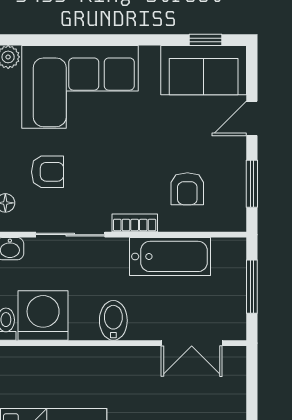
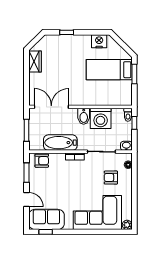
door: (252, 118) -> (27, 200), hinge flipped
armchair: (187, 189) -> (42, 161), moved, turned 90
washing machine: (43, 315) -> (101, 118), moved
double door: (192, 343) -> (51, 107), width x1.37

